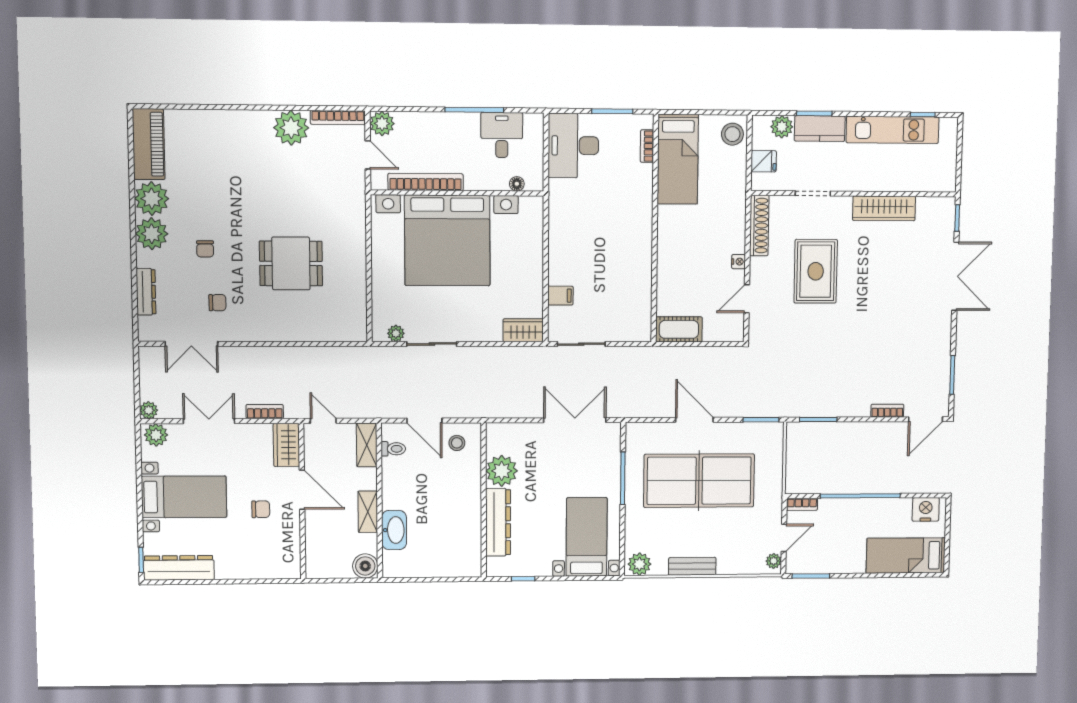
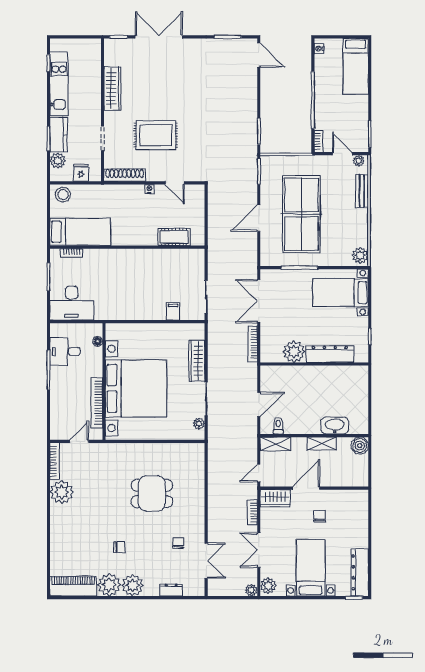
plant: (382, 123) -> (58, 432), removed
chair: (205, 249) -> (119, 547), moved
dining table: (291, 263) -> (152, 493), turned 90
dresser: (146, 292) -> (171, 590), width x0.70
cot: (679, 329) -> (174, 237), moved, turned 90
wardrobe: (523, 330) -> (197, 361), moved, width x1.50
bookcase: (887, 411) -> (253, 344), moved, width x1.56
stool: (457, 443) -> (274, 382), removed
nightstand: (926, 509) -> (319, 49), width x0.53, depth x0.56
bench: (692, 566) -> (362, 191), moved

